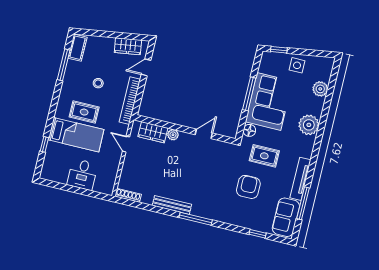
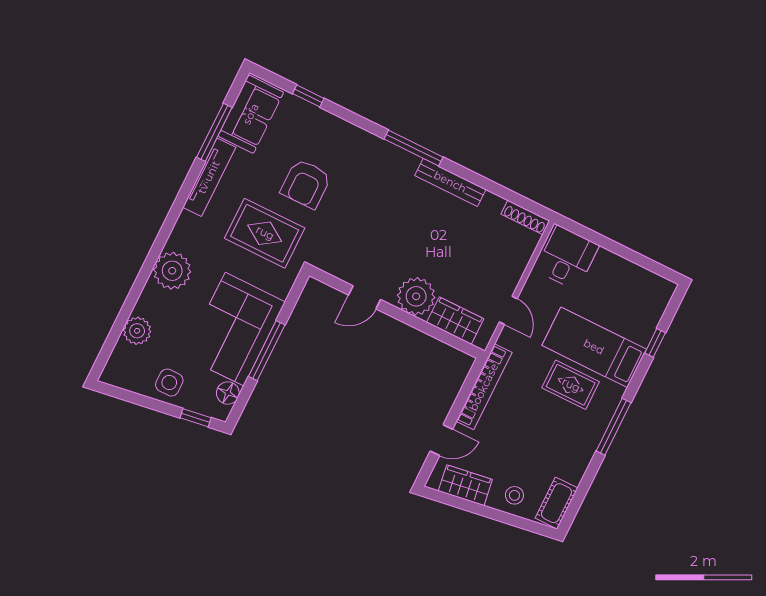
window: (64, 65) -> (614, 427), moved
stool: (98, 83) -> (514, 495), moved
floor lamp: (249, 130) -> (228, 393), moved
plant: (173, 135) -> (416, 296), width x1.87, depth x1.87
rug: (264, 156) -> (265, 233), width x1.36, depth x1.43
desk: (82, 174) -> (567, 258), moved

